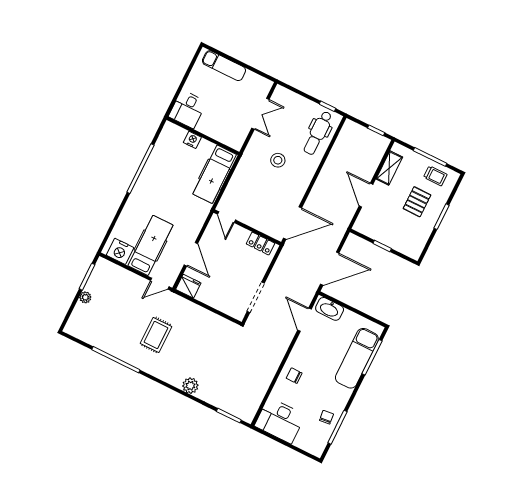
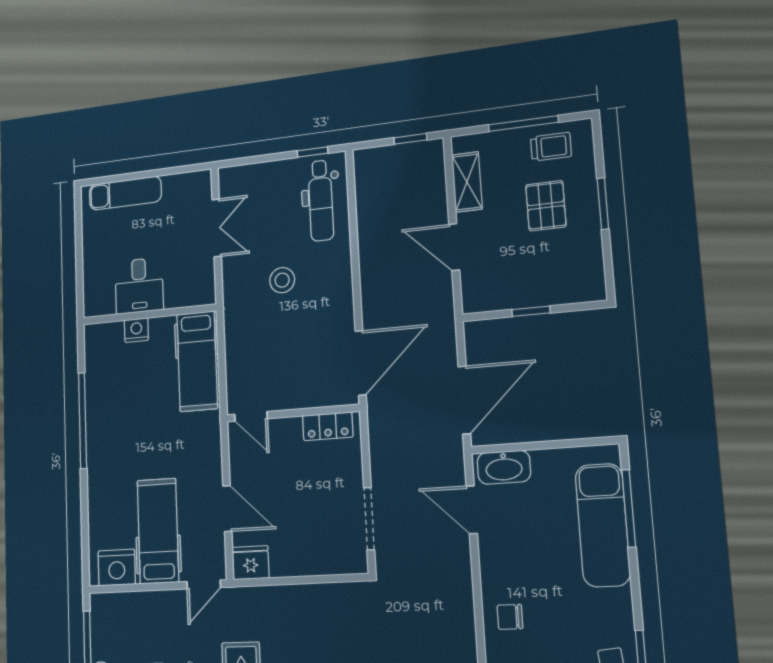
desk: (188, 109) -> (139, 286), moved

